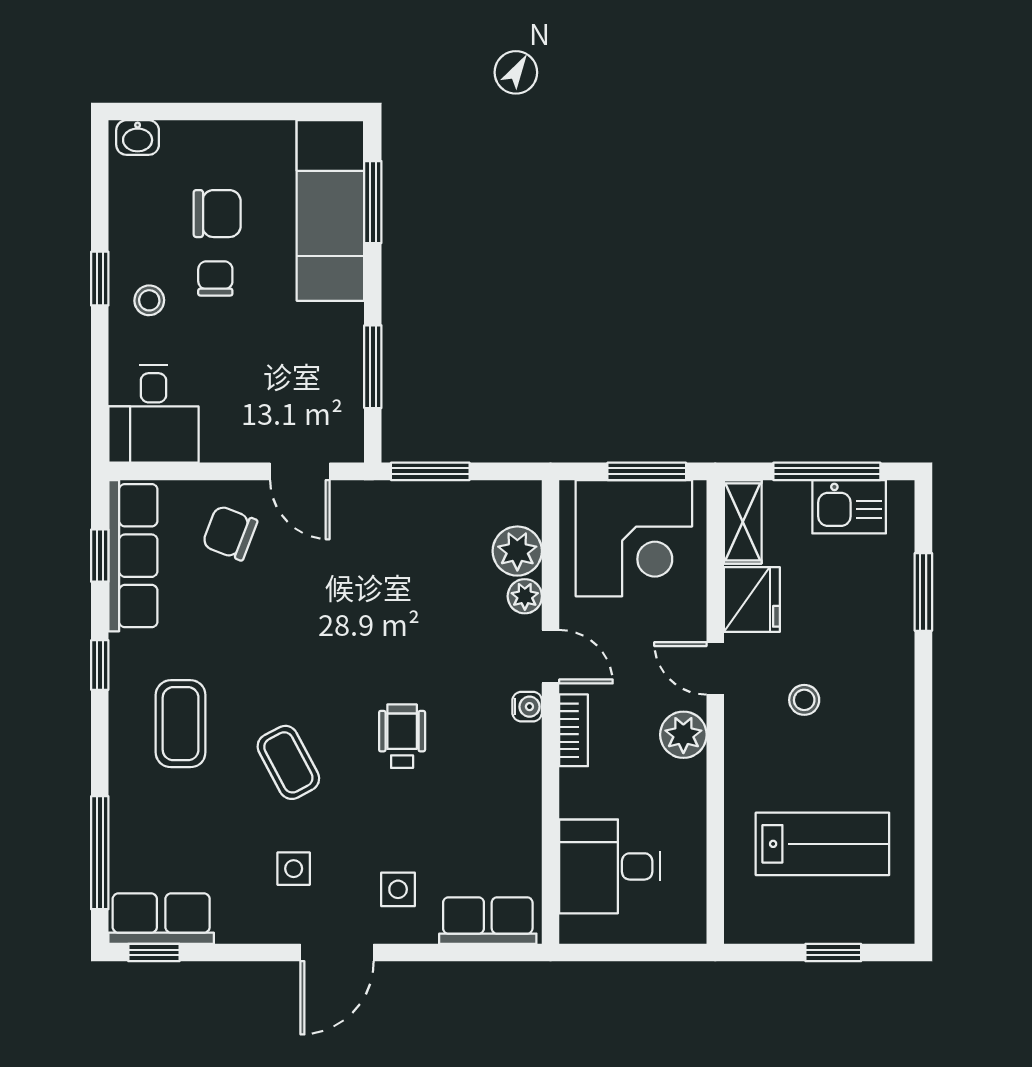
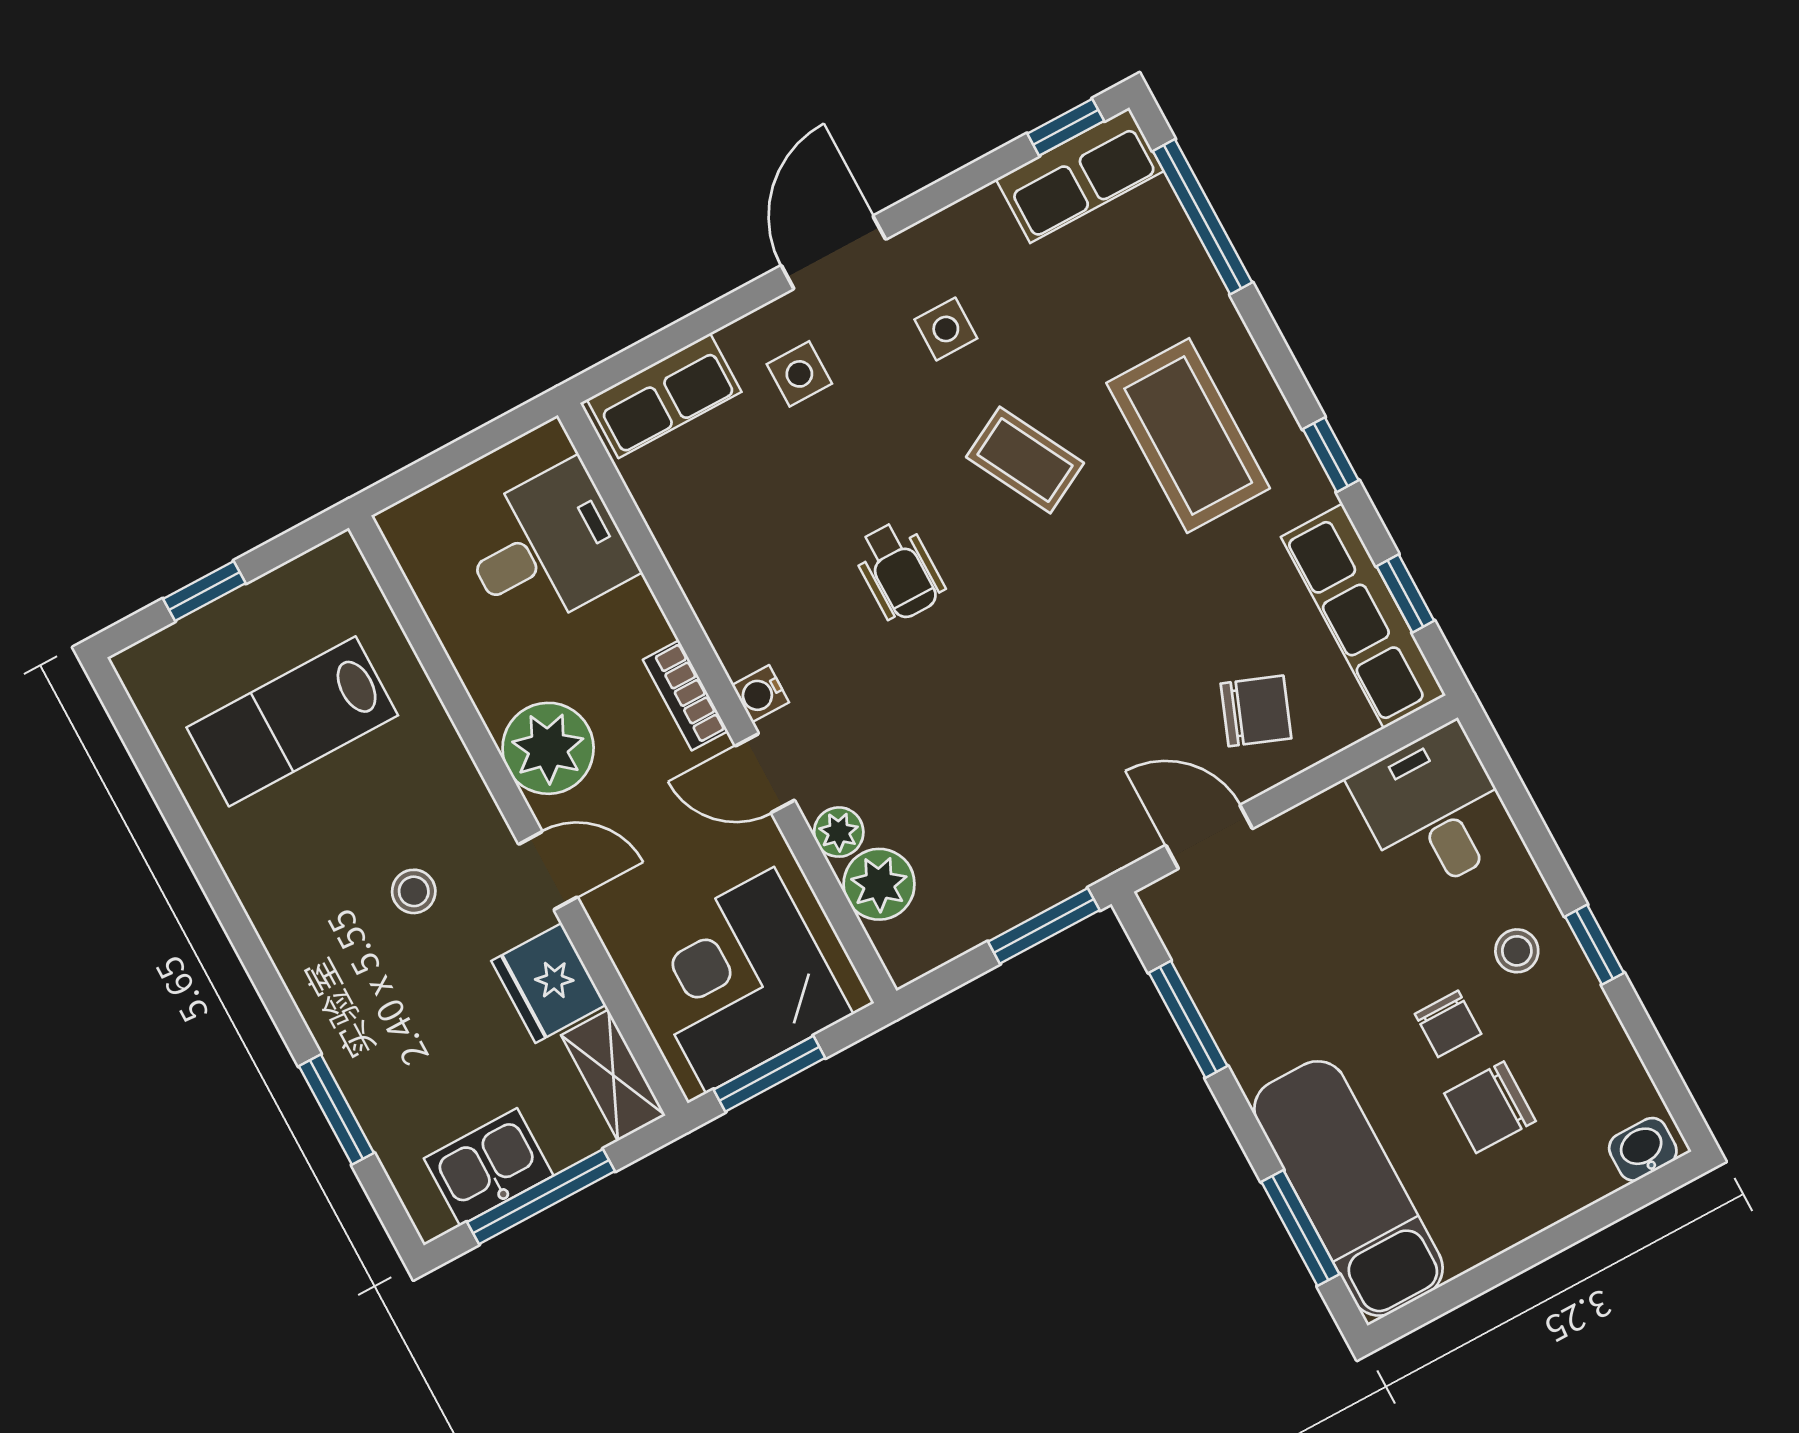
coffee table: (181, 724) -> (1188, 436), width x1.36, depth x1.32
plant: (683, 735) -> (548, 748), width x1.36, depth x1.36

